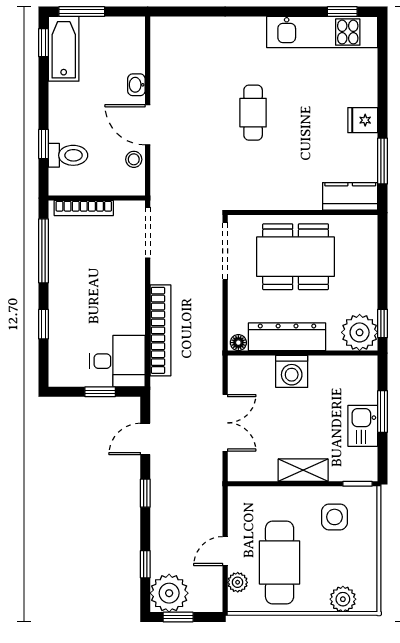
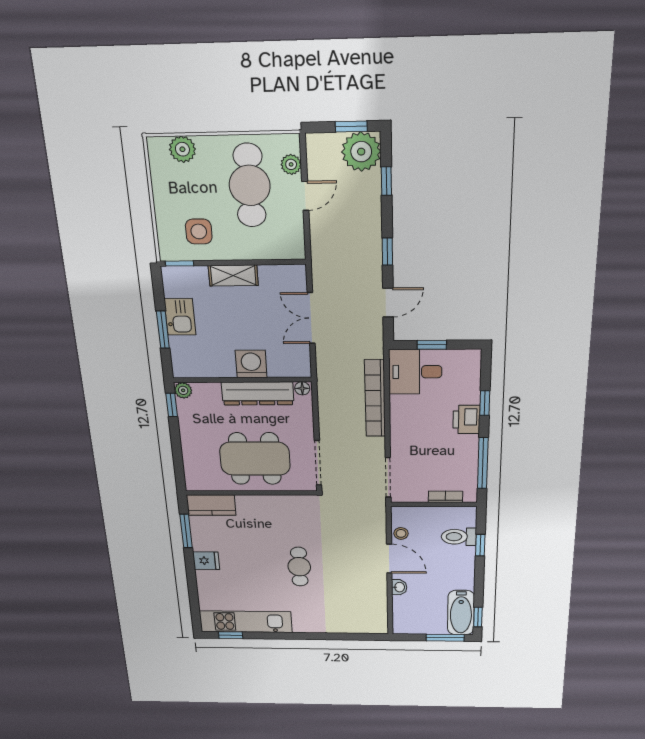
bookcase: (84, 208) -> (445, 497), width x0.64
printer: (62, 305) -> (466, 419), added
plant: (360, 332) -> (183, 390), width x0.53, depth x0.53

